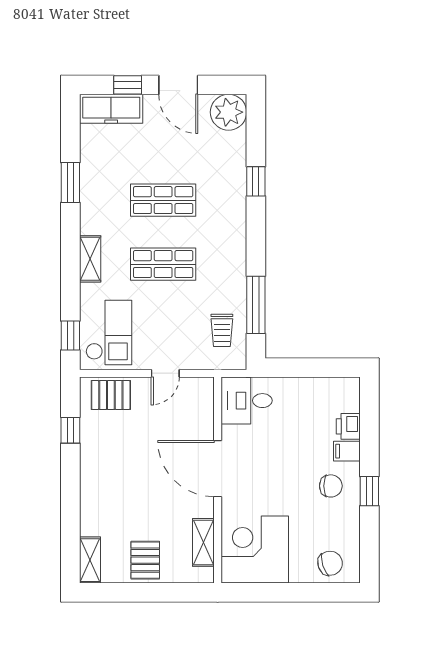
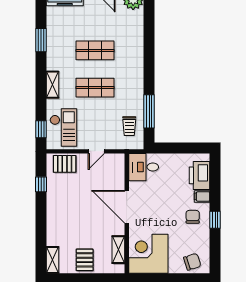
window: (256, 181) -> (149, 40), removed
printer: (348, 426) -> (200, 175), width x1.87, depth x1.48
chair: (331, 486) -> (193, 217), turned -90

